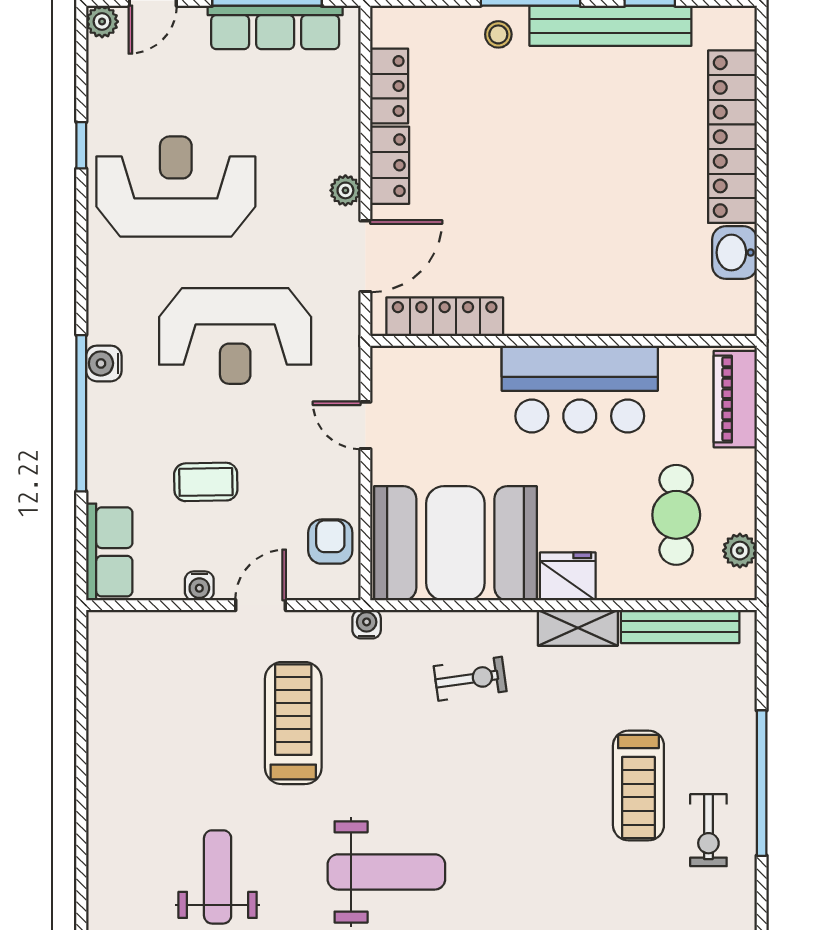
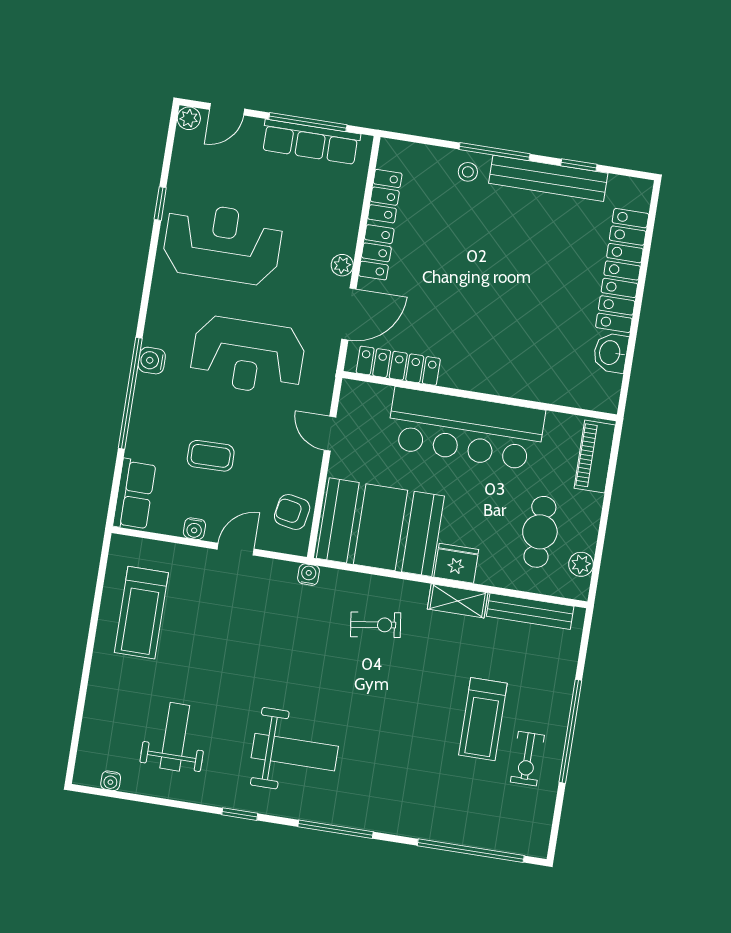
bar counter: (580, 389) -> (466, 429), width x1.36
armchair: (330, 542) -> (292, 512), turned -80
treadmill: (293, 723) -> (141, 613), moved, turned 180

